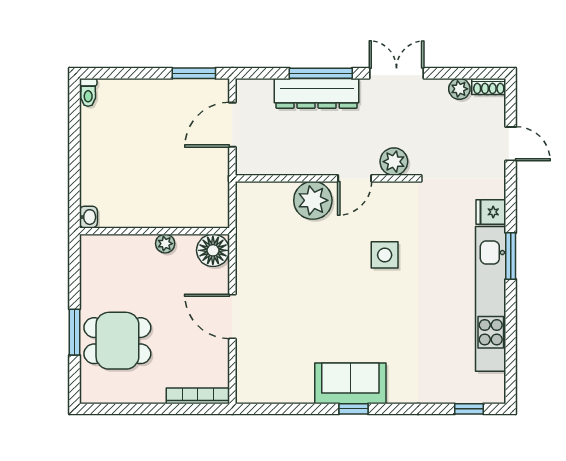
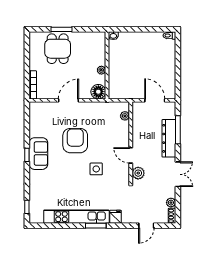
window: (194, 73) -> (178, 83), removed
window: (321, 73) -> (178, 130), moved
plant: (313, 200) -> (125, 116), moved, width x0.53, depth x0.53
armchair: (322, 302) -> (75, 141), added

